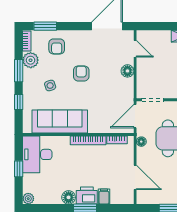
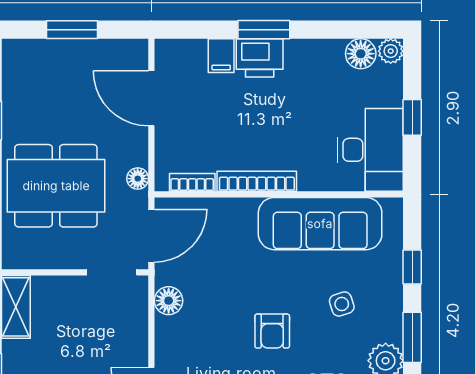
floor lamp: (127, 71) -> (169, 301), moved
floor lamp: (69, 197) -> (361, 54), moved

